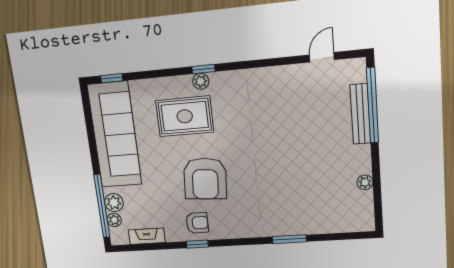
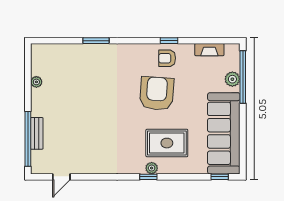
bench: (360, 114) -> (37, 133), width x0.73
plant: (114, 220) -> (234, 65), removed

